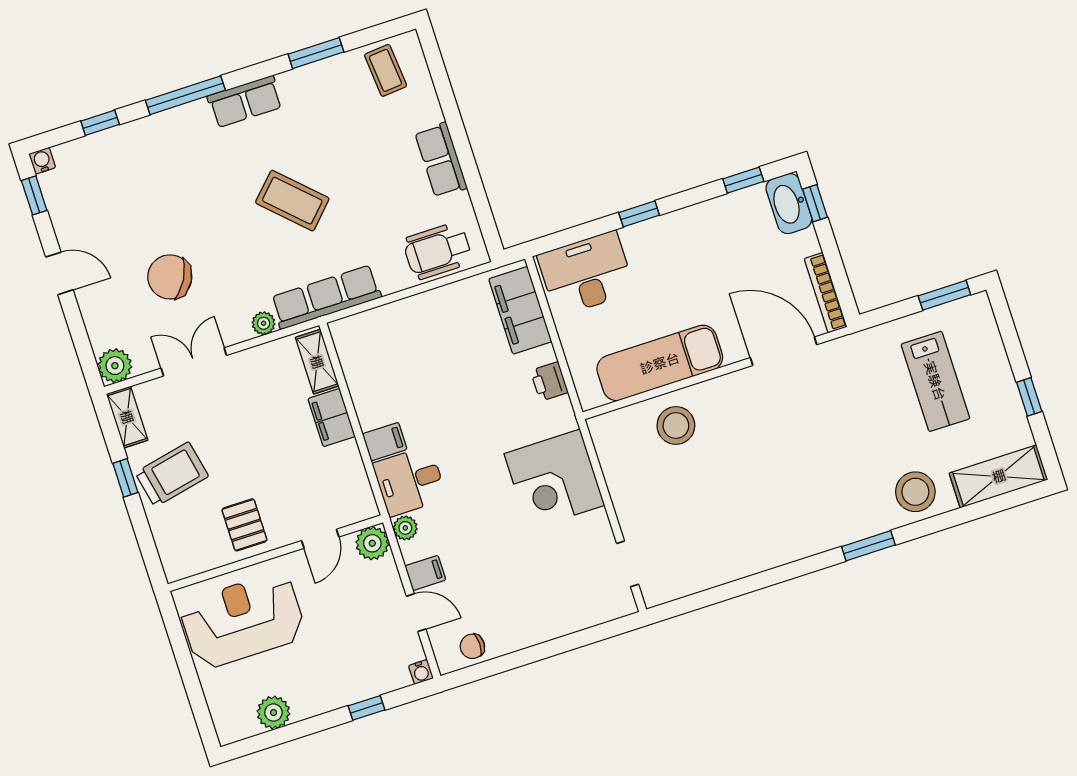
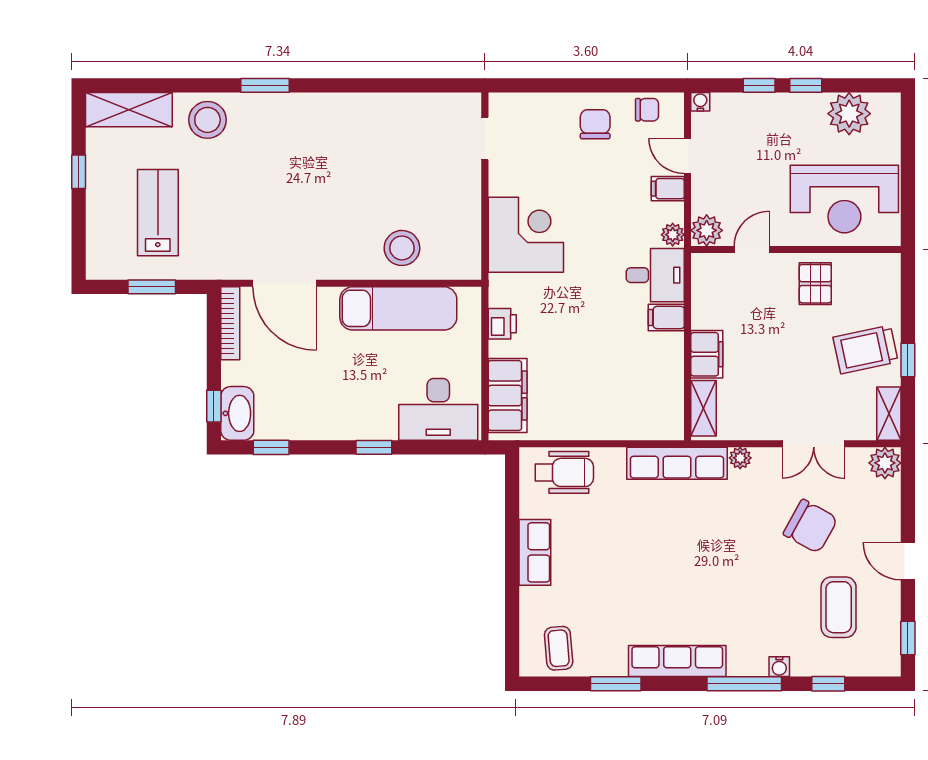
row of seats: (245, 102) -> (677, 661), width x1.48
water cooler: (42, 161) -> (779, 667), moved
coffee table: (292, 201) -> (839, 607), moved, turned 46
window: (944, 295) -> (152, 287), moved
chair: (520, 614) -> (595, 124), added
plant: (273, 713) -> (849, 114), width x1.36, depth x1.36
window: (319, 723) -> (806, 85), added

